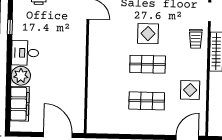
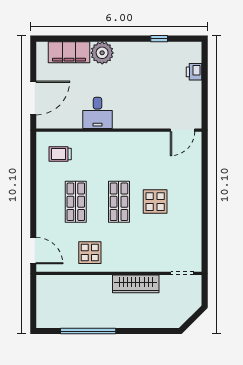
trolley: (196, 39) -> (60, 154), moved
desk: (25, 53) -> (97, 113), moved, turned 180

